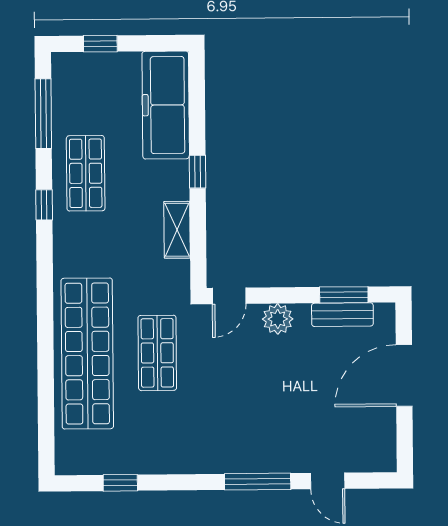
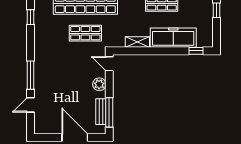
freezer: (166, 105) -> (173, 38), moved
window: (198, 172) -> (196, 51), moved
window: (344, 295) -> (109, 112), width x1.44

